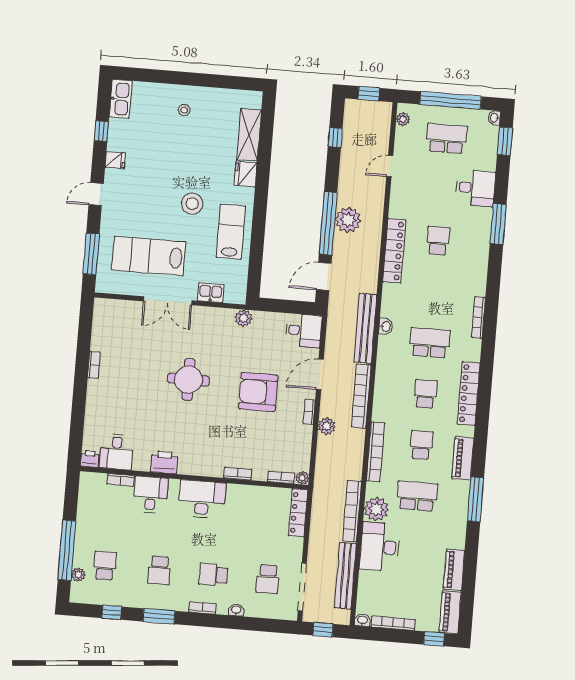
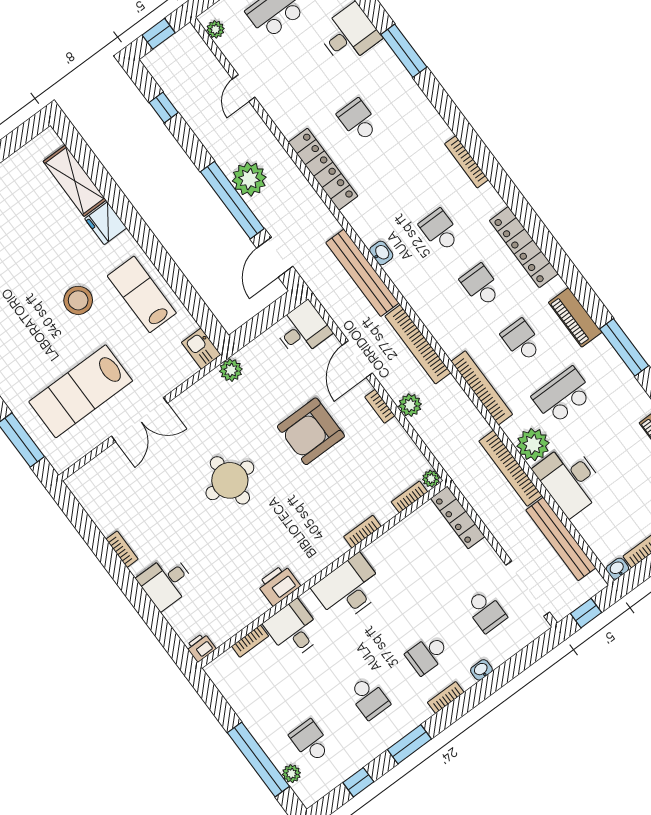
kitchen sink: (211, 293) -> (201, 349), moved, turned -90
school desk: (430, 343) -> (440, 230), width x0.54
desk: (116, 452) -> (166, 582), moved, turned 90

